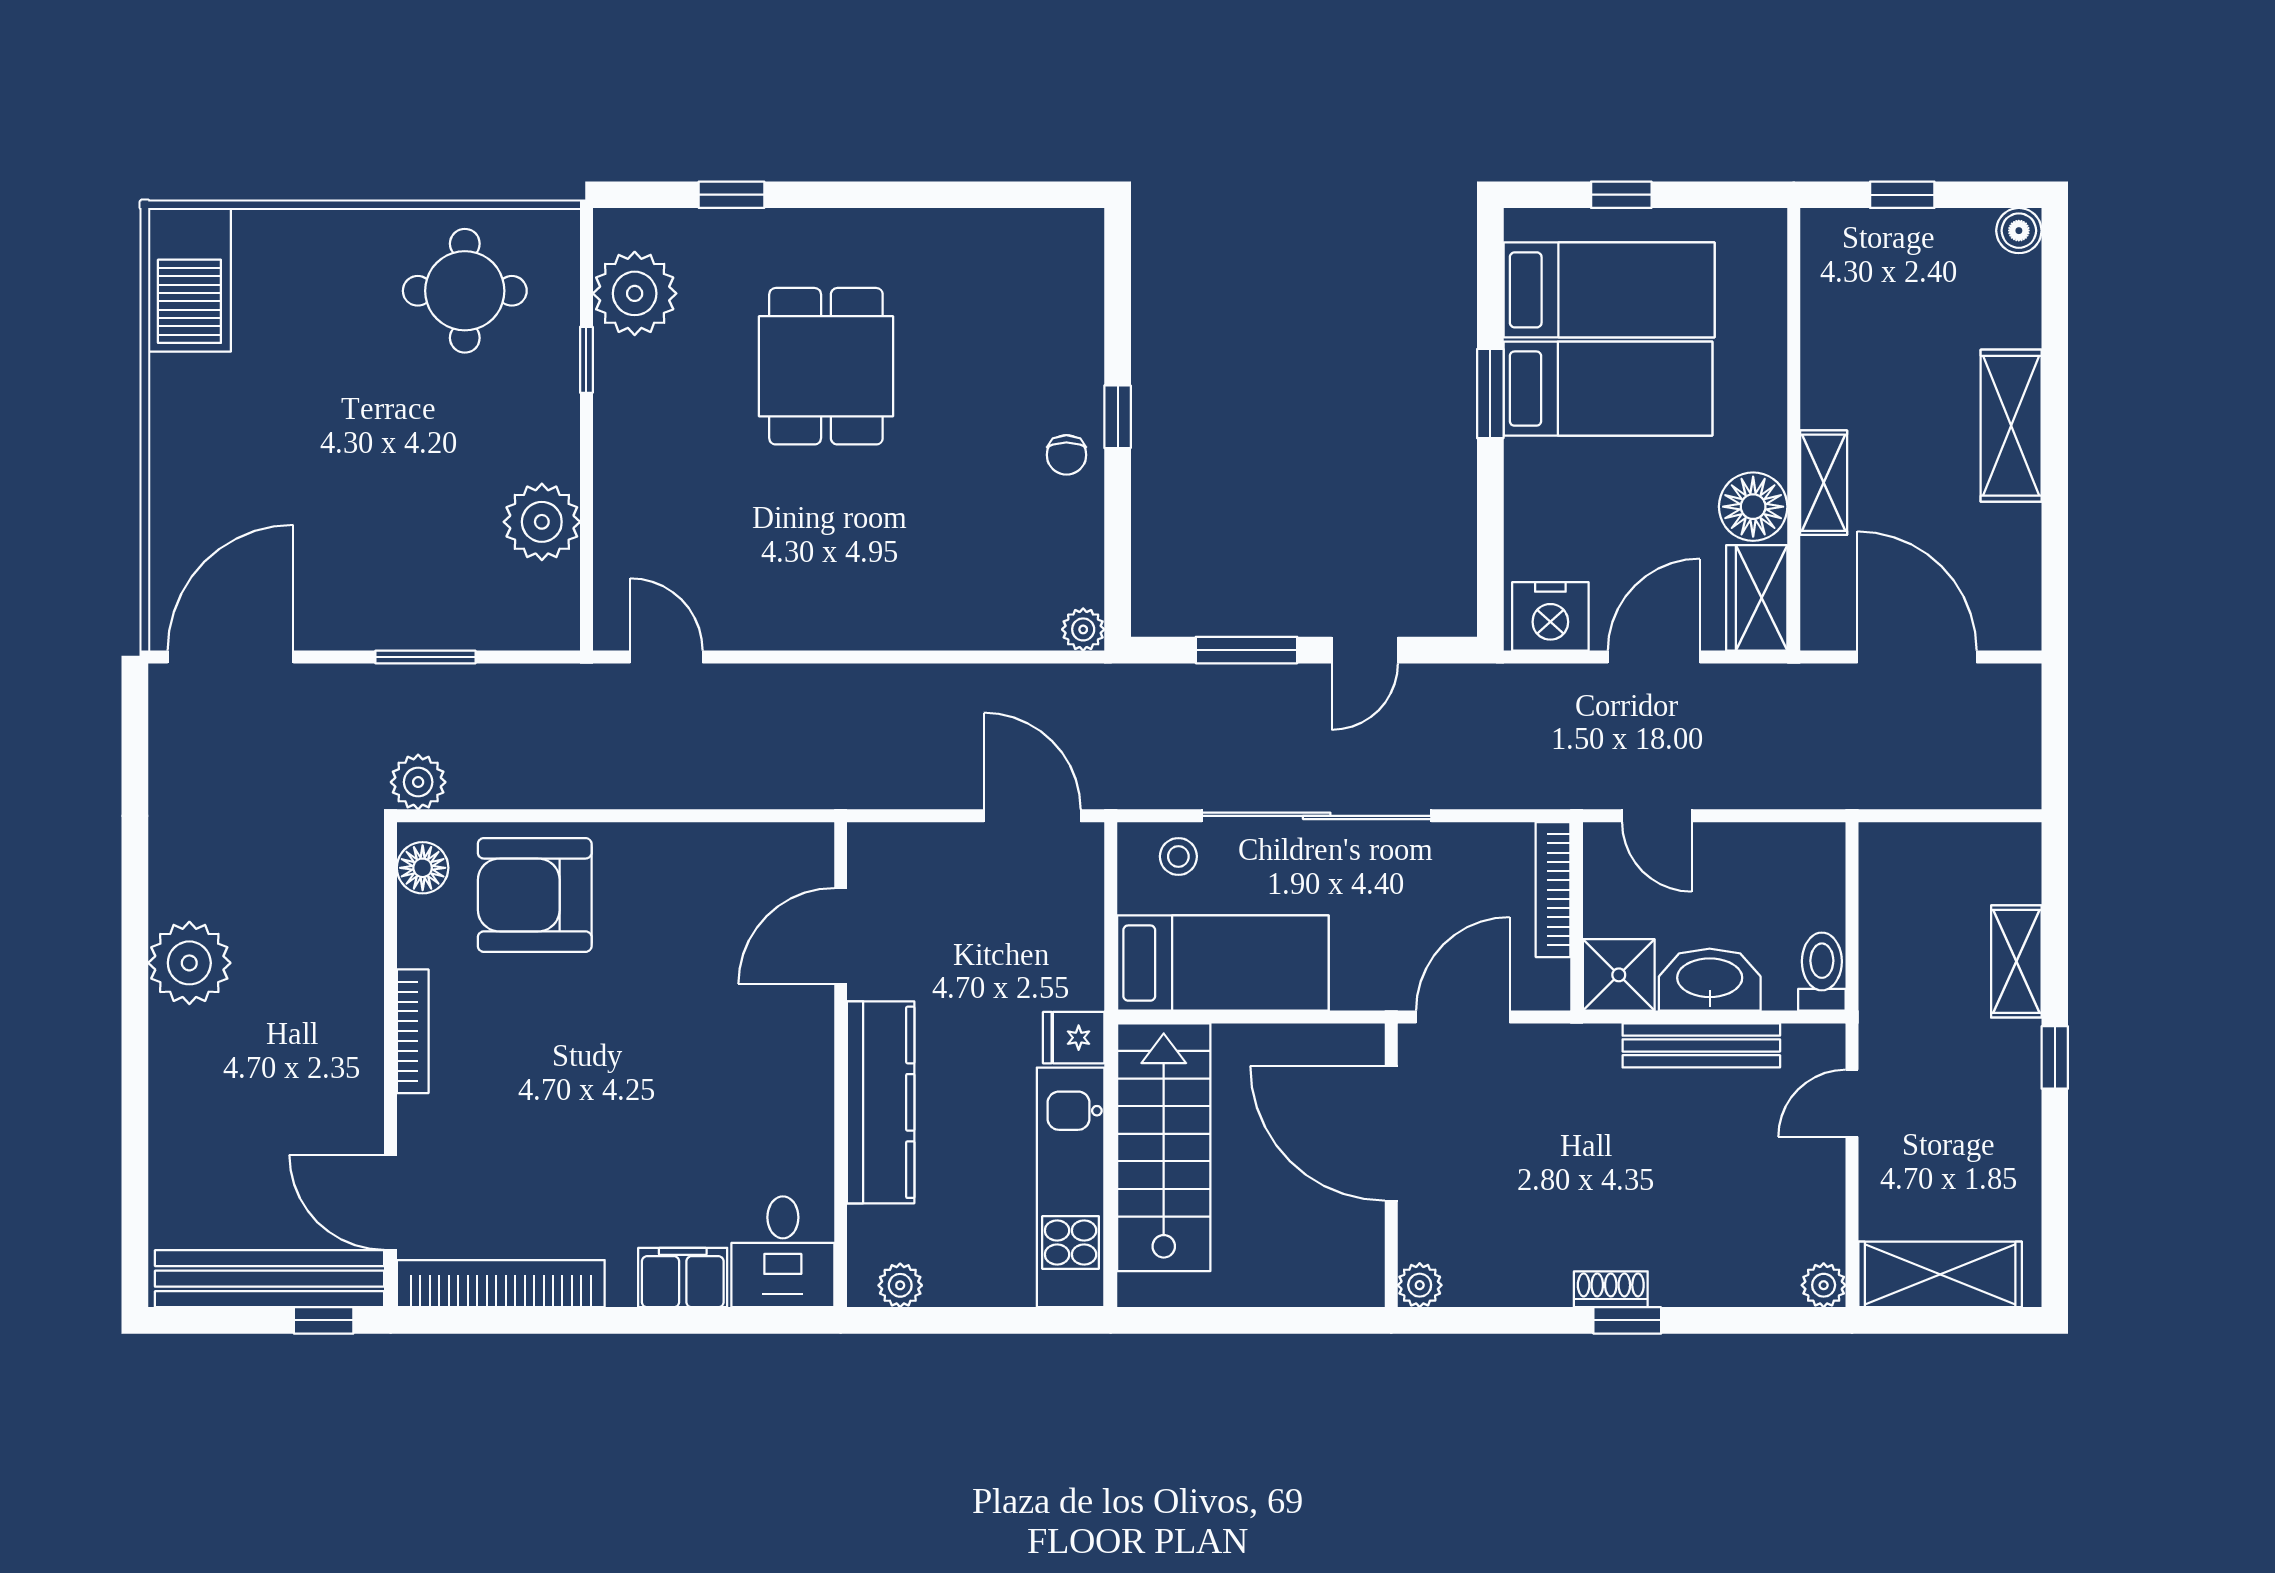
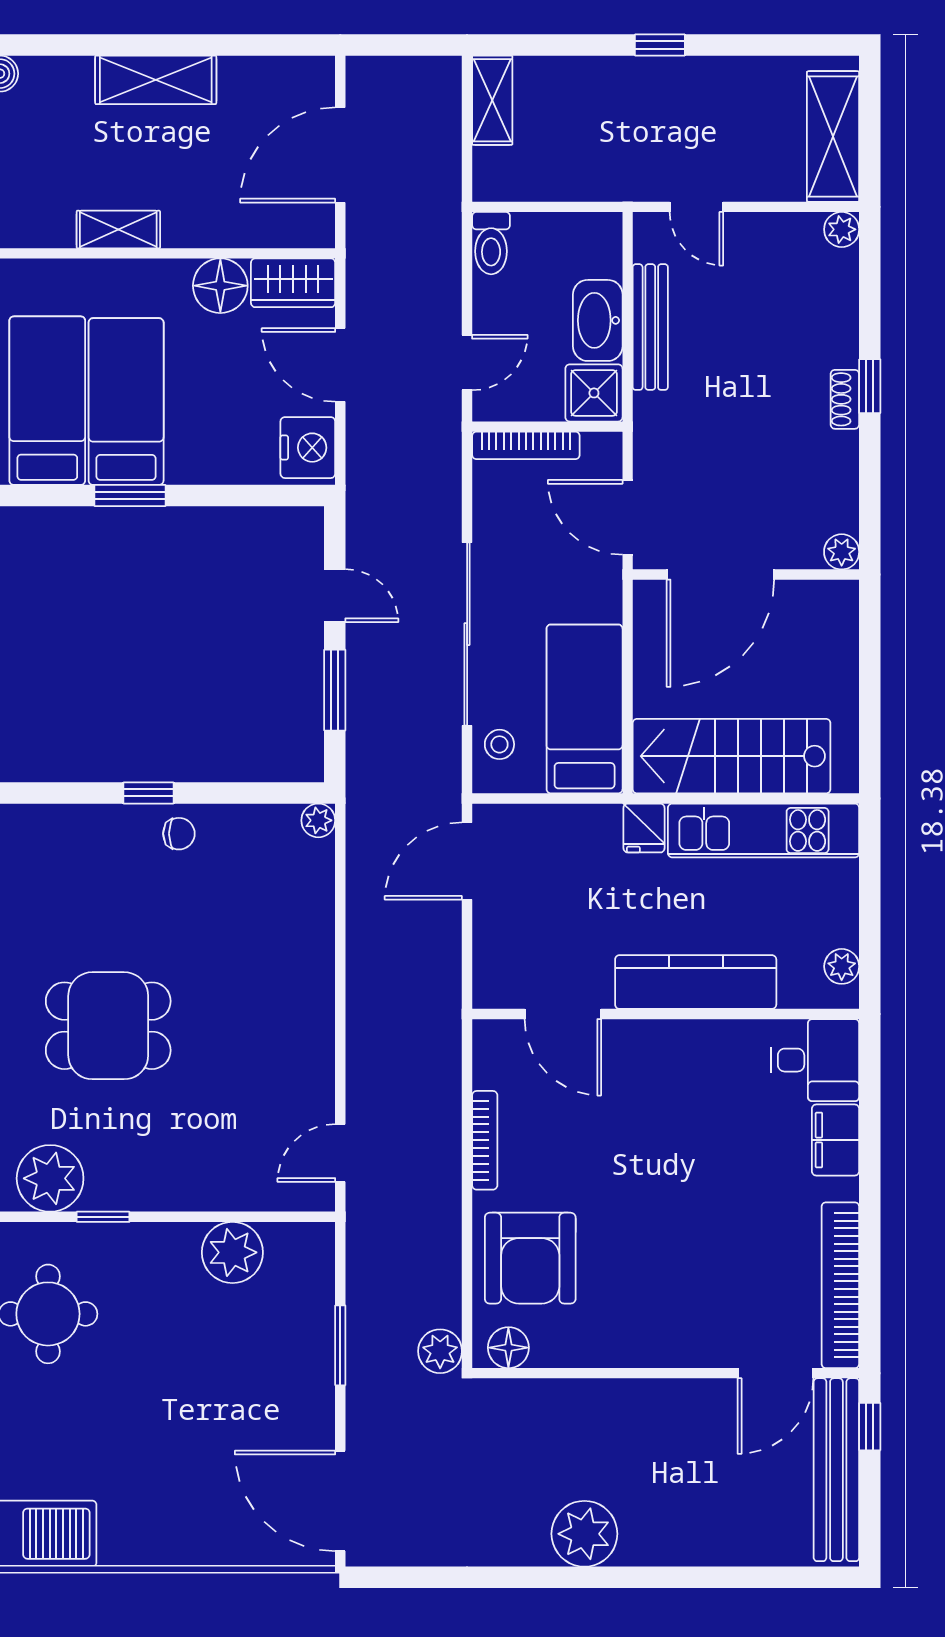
shelving: (1824, 483) -> (118, 229), moved
shelving: (2016, 961) -> (492, 100), moved, turned 90
toilet: (1822, 972) -> (491, 243), moved, turned -90
bookcase: (413, 1031) -> (485, 1140), moved, turned 90

